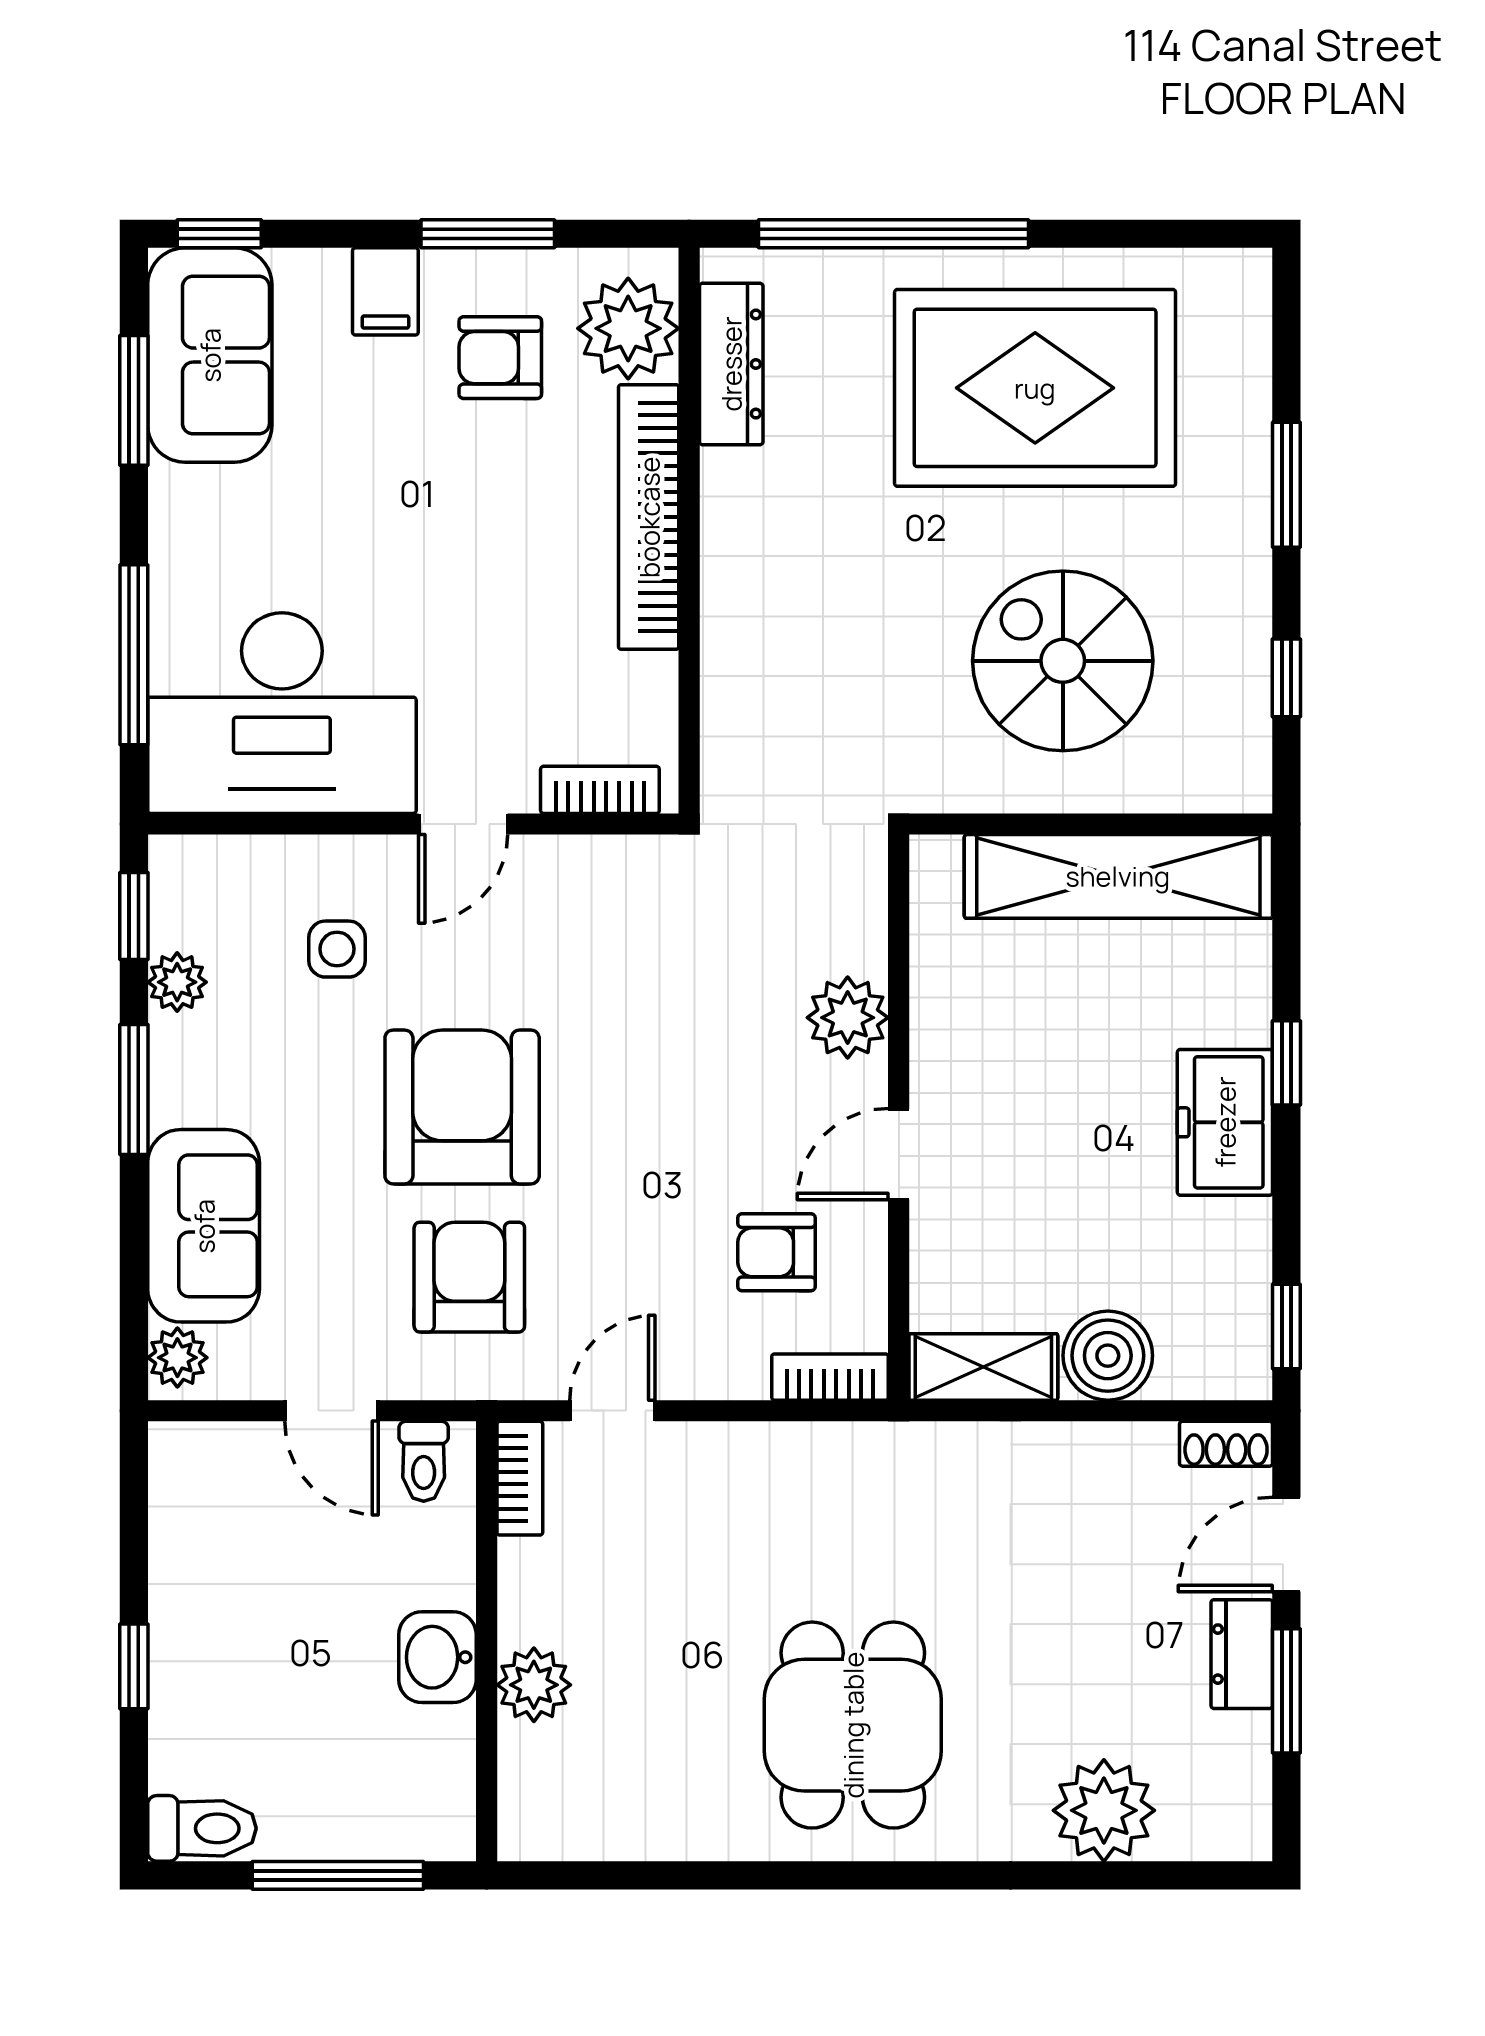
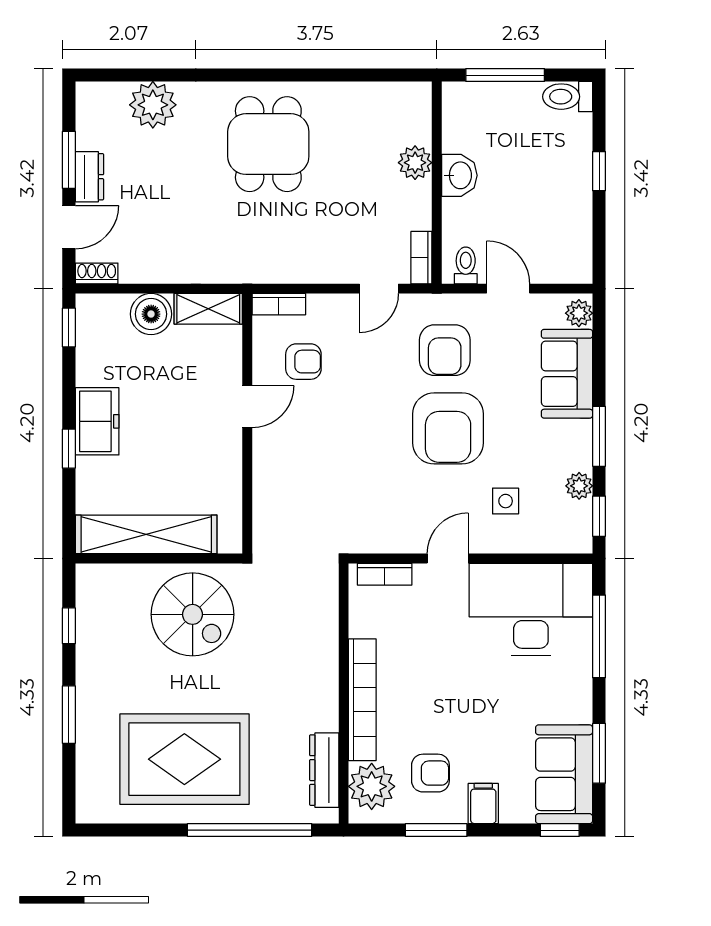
spiral stairs: (1063, 661) -> (193, 614), moved
plant: (848, 1018) -> (271, 470), removed

